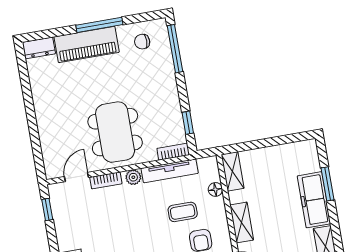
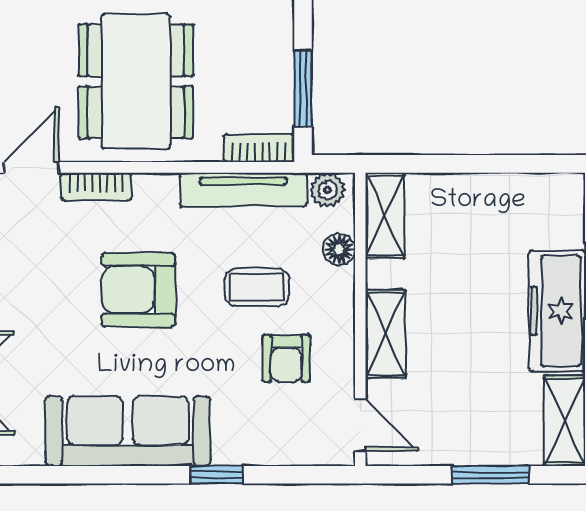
window: (188, 123) -> (303, 88), width x1.50
plant: (133, 177) -> (328, 190), moved
armchair: (132, 222) -> (138, 290), added

